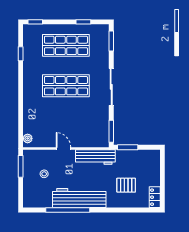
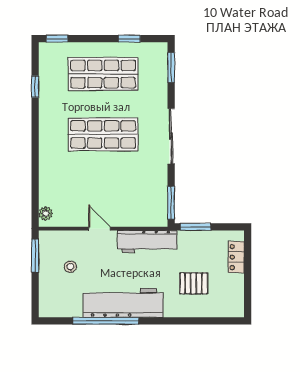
locker: (155, 197) -> (236, 257), moved

